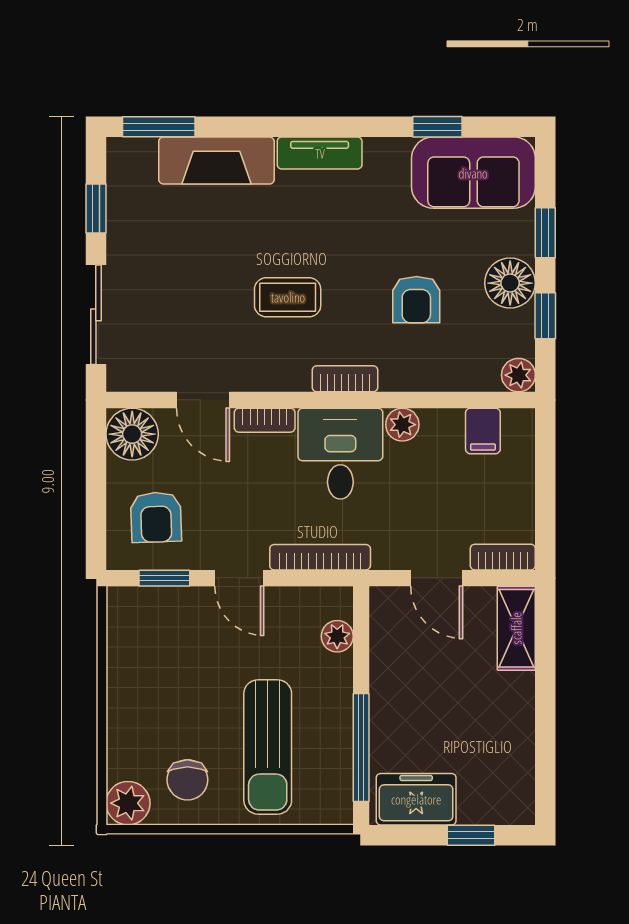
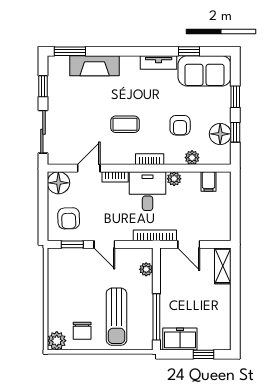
tv unit: (320, 153) -> (159, 63), moved
floor lamp: (510, 283) -> (220, 134), moved
plant: (518, 375) -> (192, 158), moved
door: (203, 400) -> (89, 168), swing flipped
bookcase: (320, 557) -> (155, 235), moved
bookcase: (503, 557) -> (217, 235), removed

